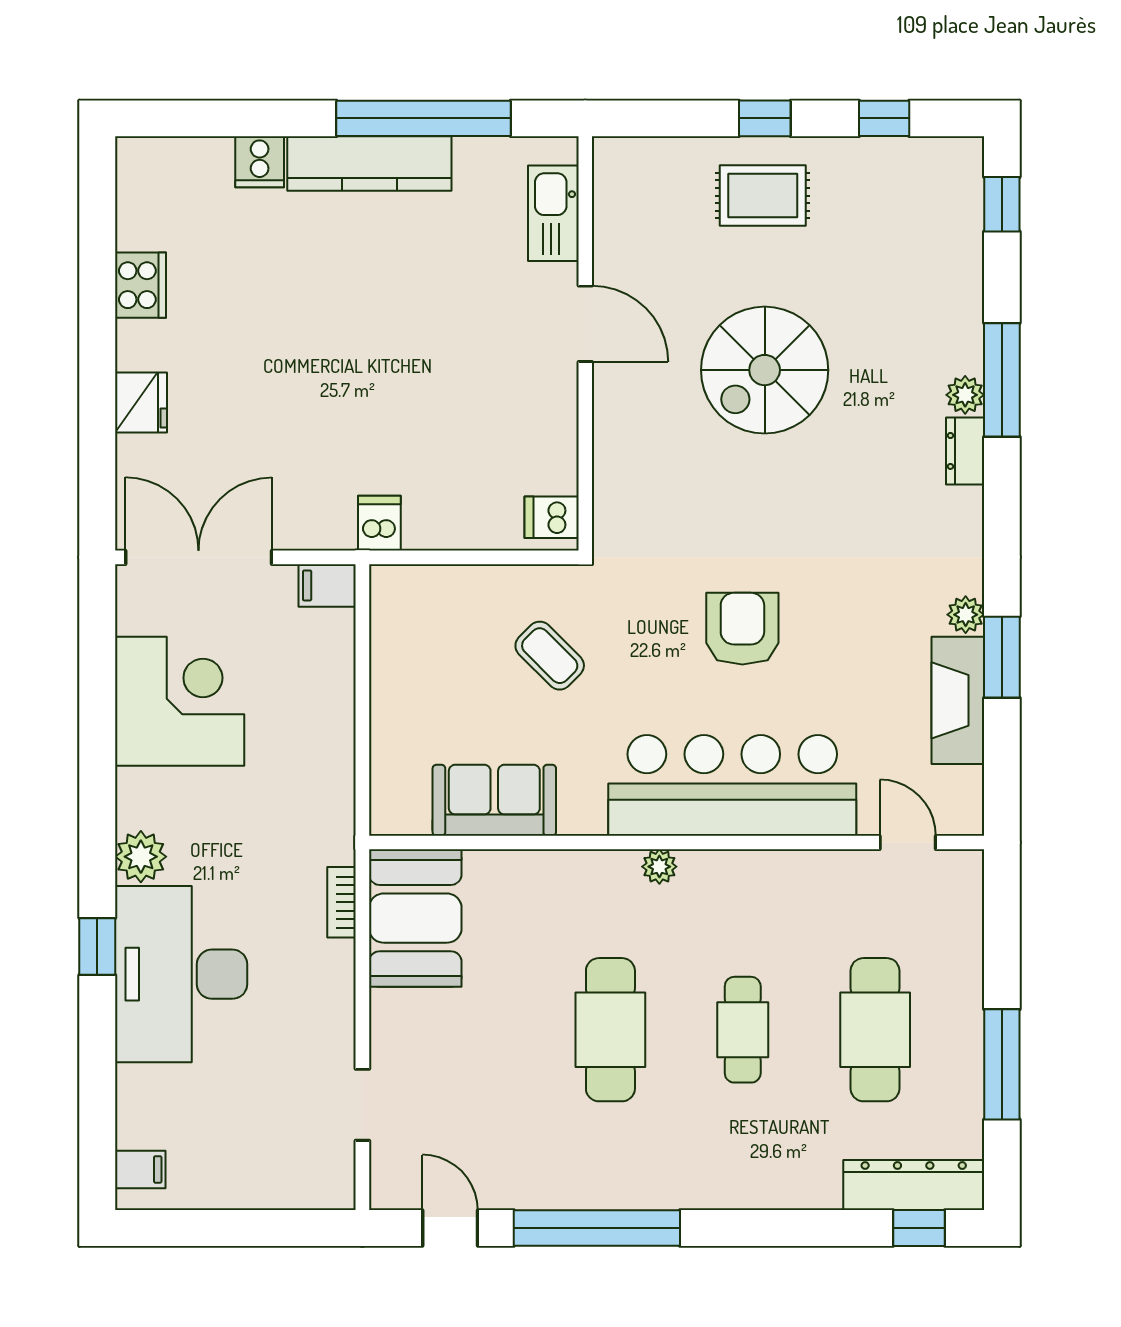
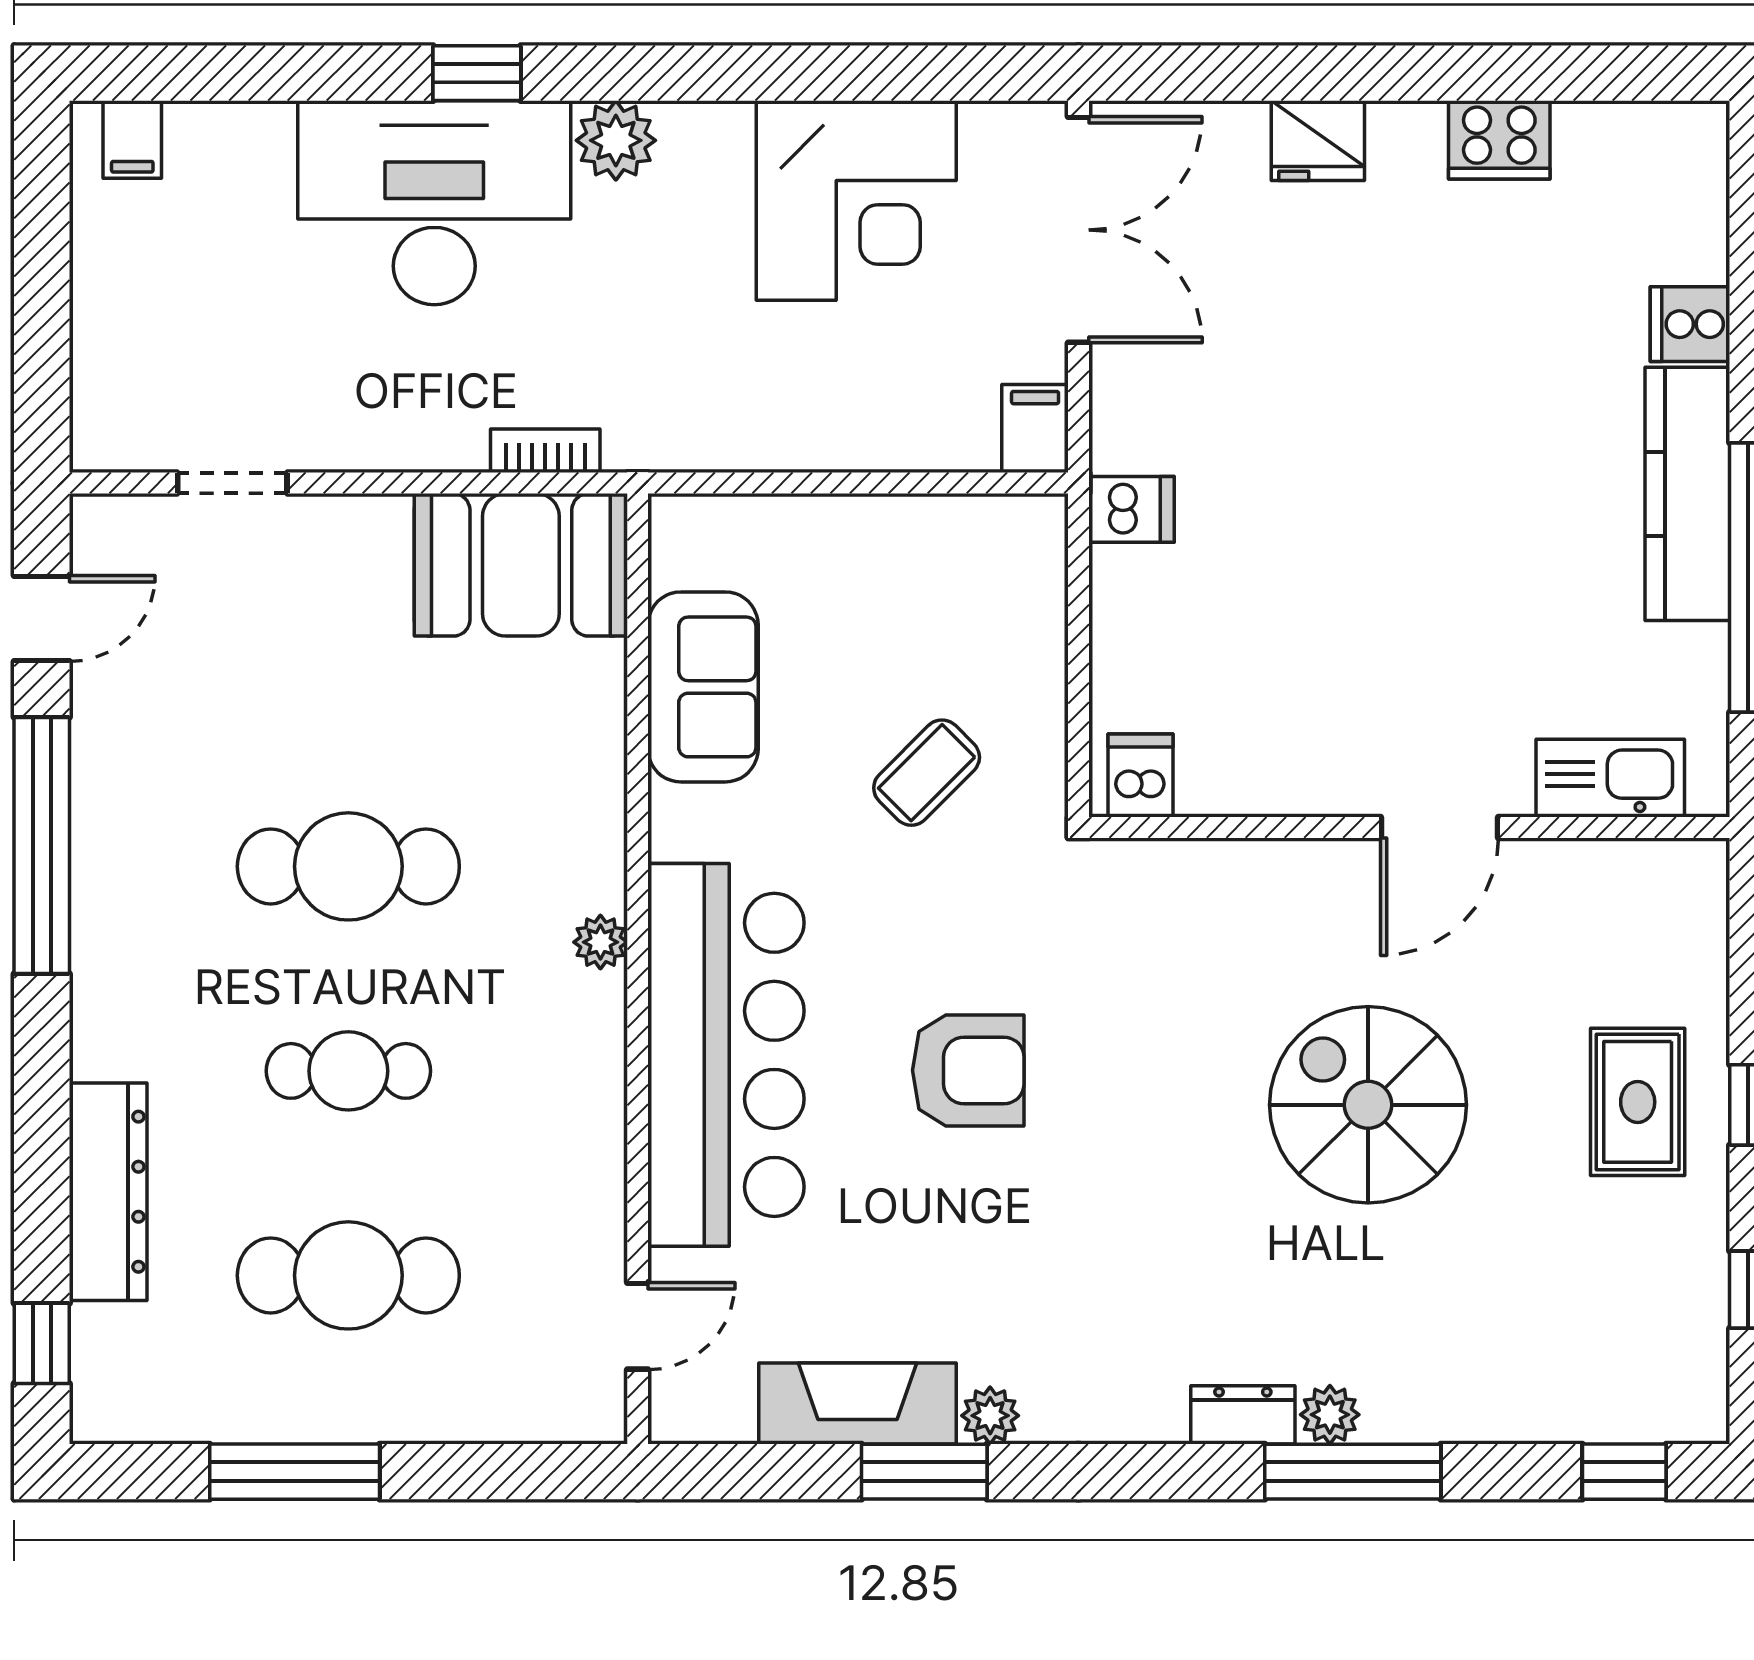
dresser: (914, 1185) -> (108, 1192), moved

